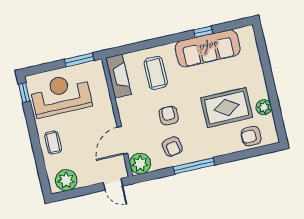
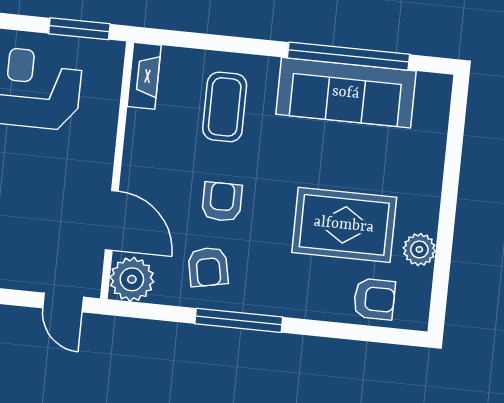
window: (203, 32) -> (348, 56), width x3.17
fireplace: (118, 76) -> (144, 76), width x0.73, depth x0.76
armchair: (251, 136) -> (374, 299), turned 180
door: (122, 140) -> (112, 220), swing flipped

